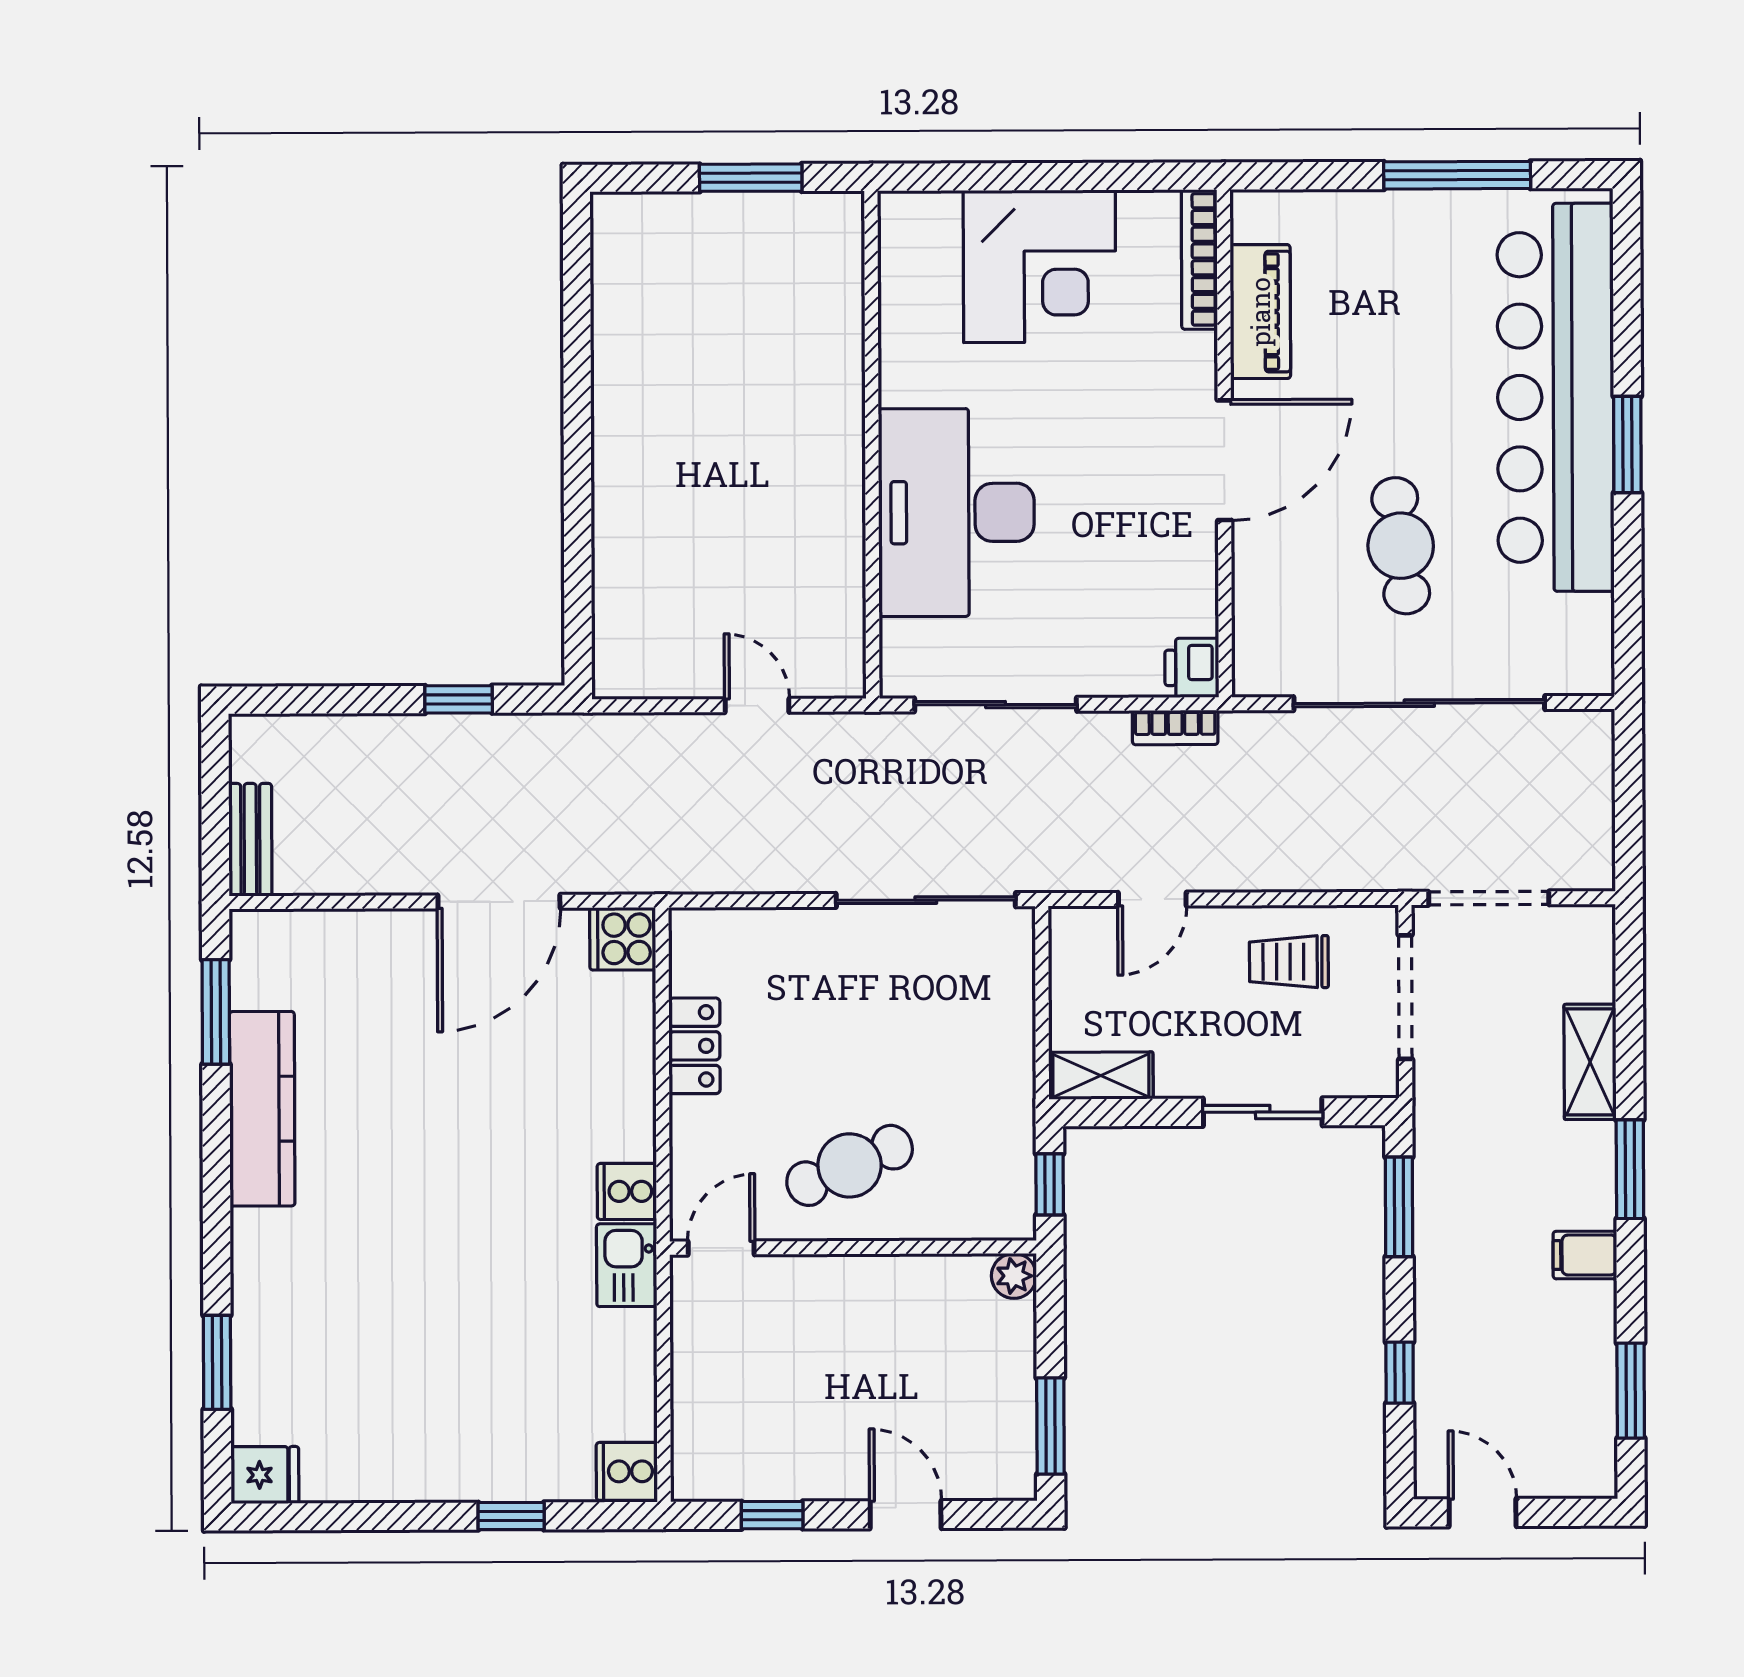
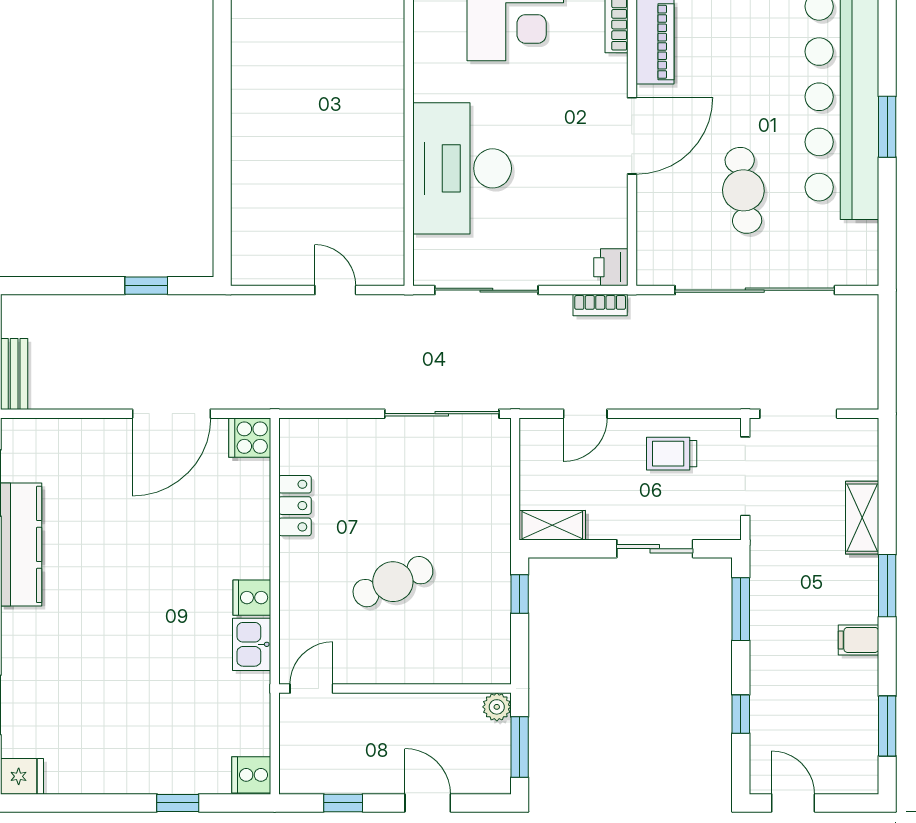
wall: (853, 1247) -> (395, 689), moved
door: (721, 1248) -> (311, 689), moved
plant: (1014, 1276) -> (497, 707), moved

